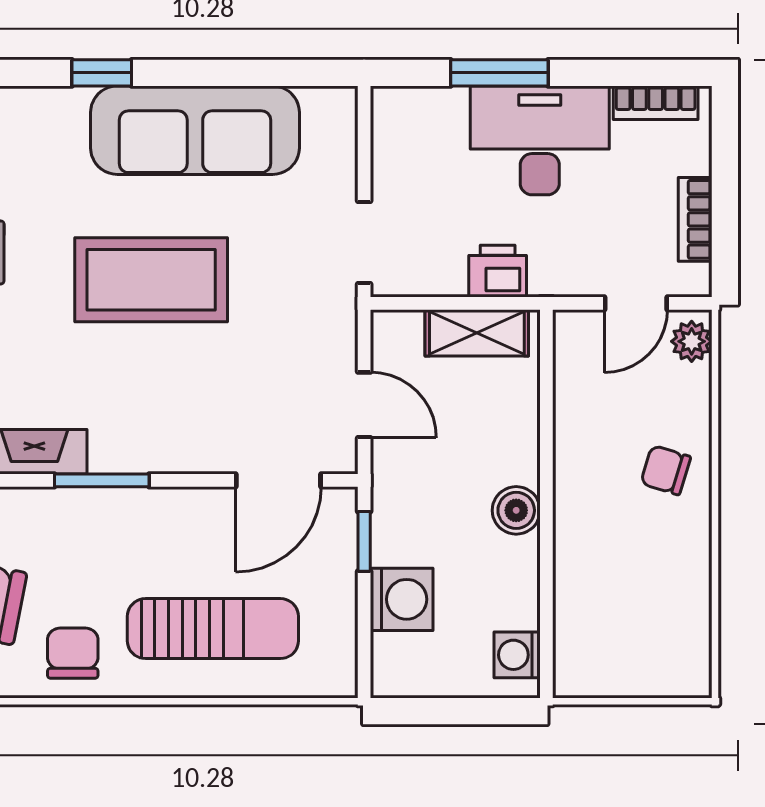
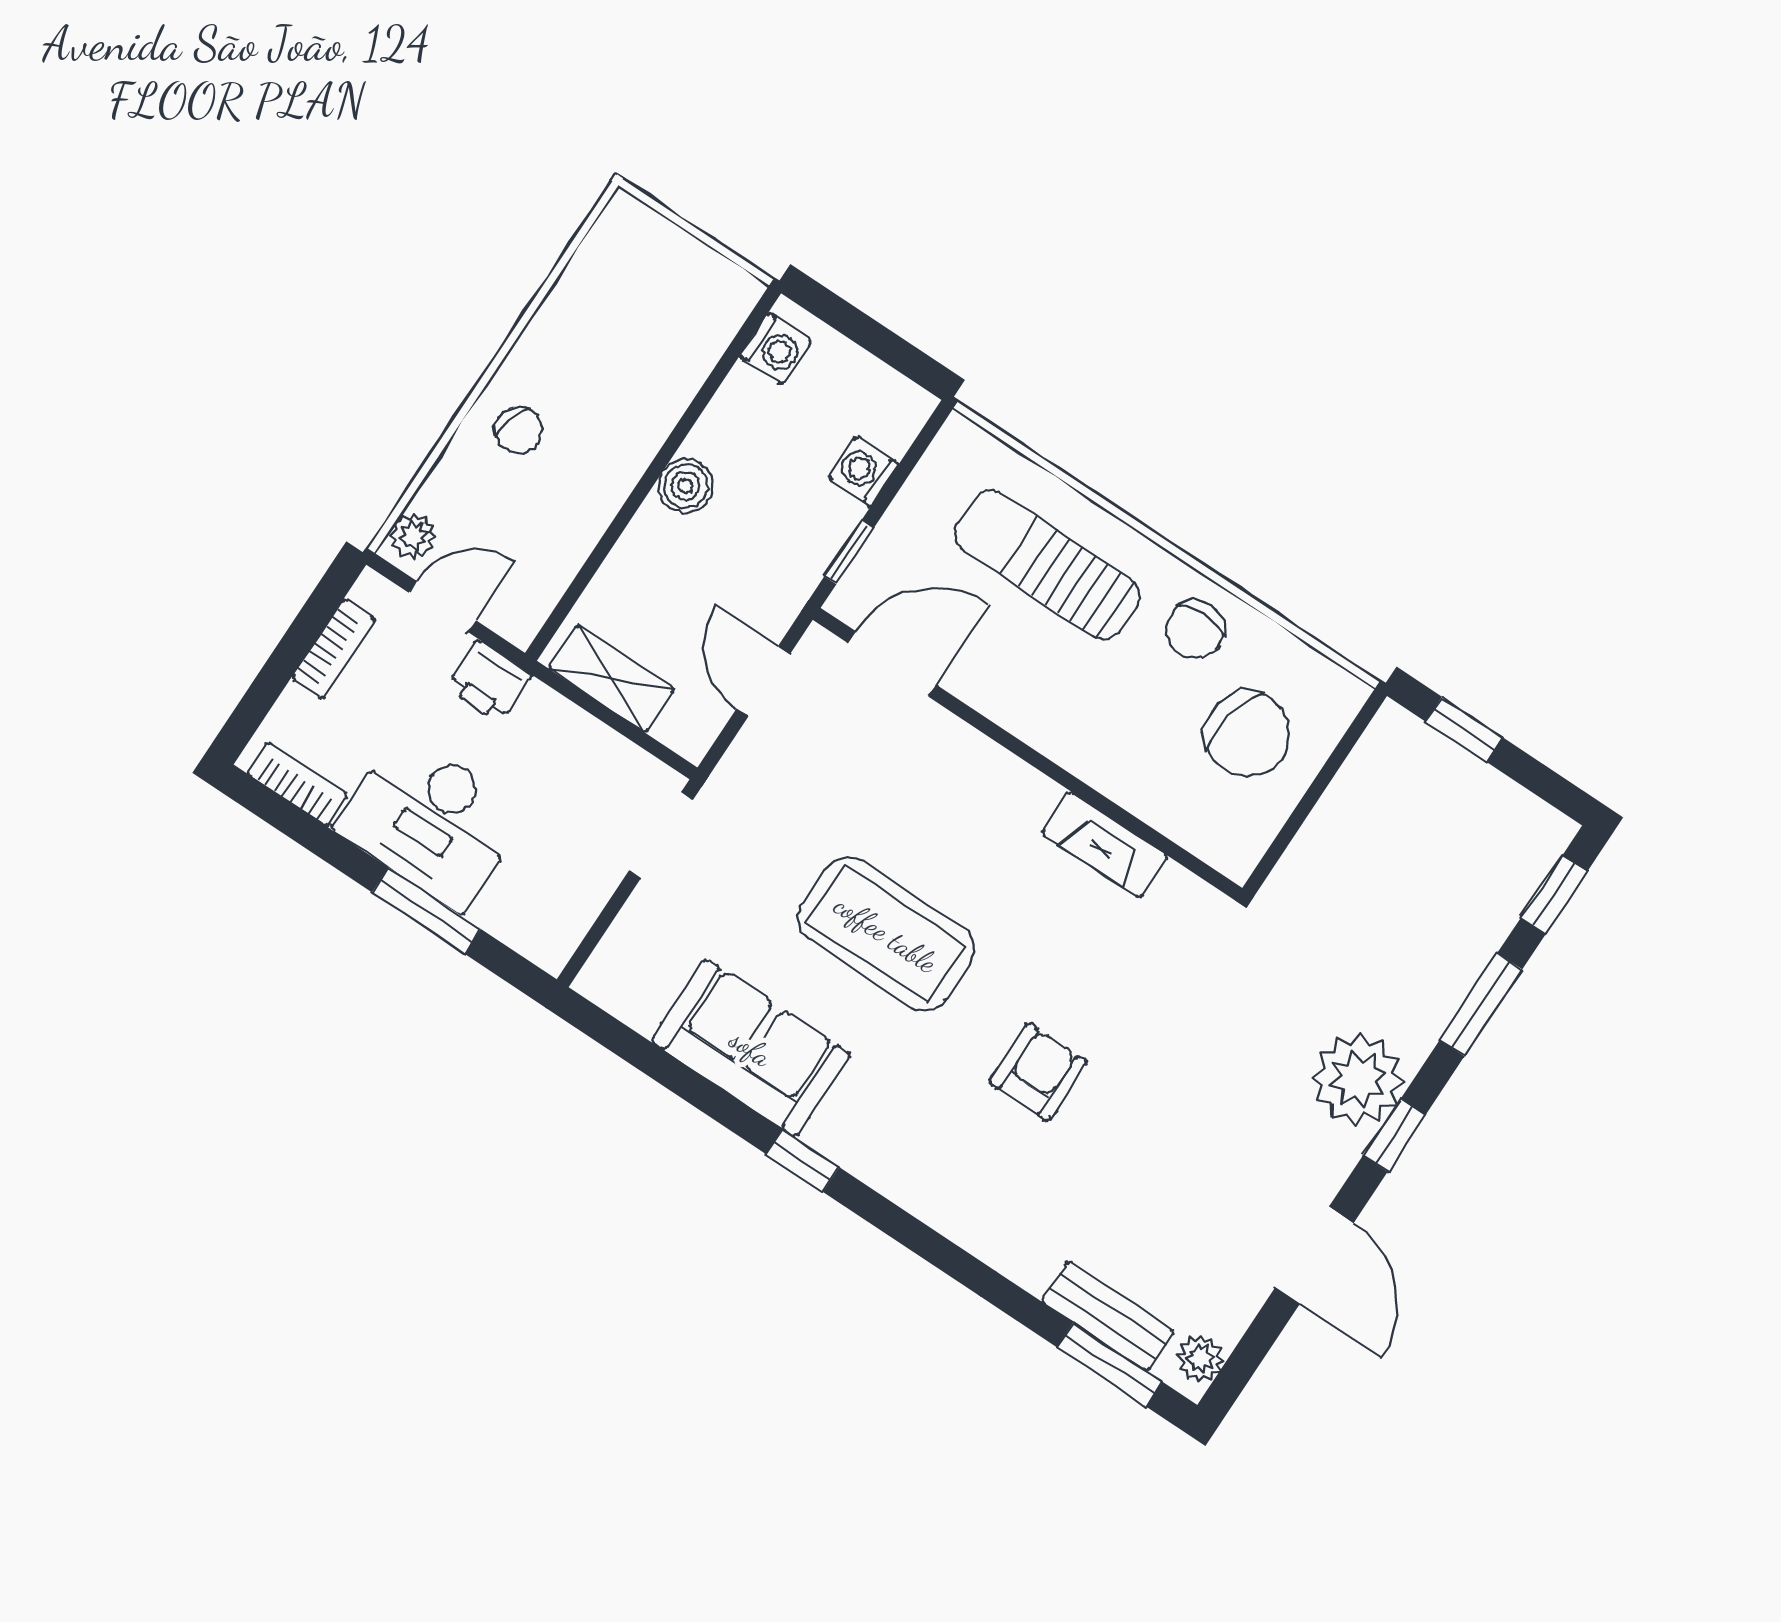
sofa: (195, 130) -> (751, 1048), width x0.73
printer: (498, 271) -> (489, 681), moved
window: (102, 480) -> (1059, 775), removed
washing machine: (402, 599) -> (863, 471), width x0.73, depth x0.73

